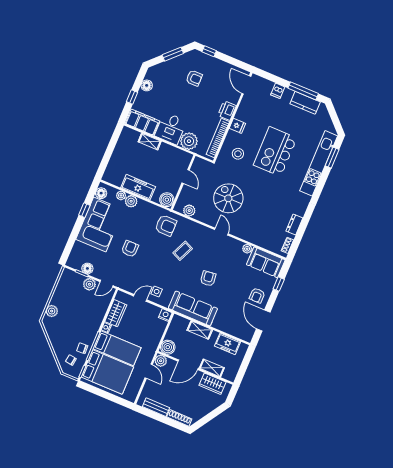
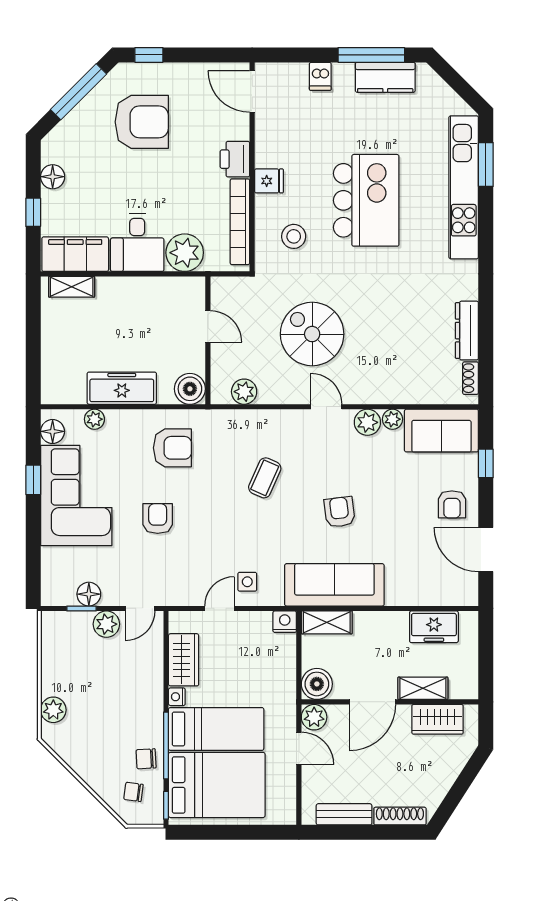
window: (173, 54) -> (78, 92), width x1.44
armchair: (194, 78) -> (142, 122), width x1.88, depth x1.88
shelving: (150, 142) -> (72, 287), moved
kitchen island: (275, 151) -> (366, 200), turned 180
plant: (131, 201) -> (367, 422), moved
armchair: (166, 225) -> (172, 448), moved
dresser: (294, 225) -> (467, 331), width x1.44
shelving: (200, 330) -> (327, 622), moved

